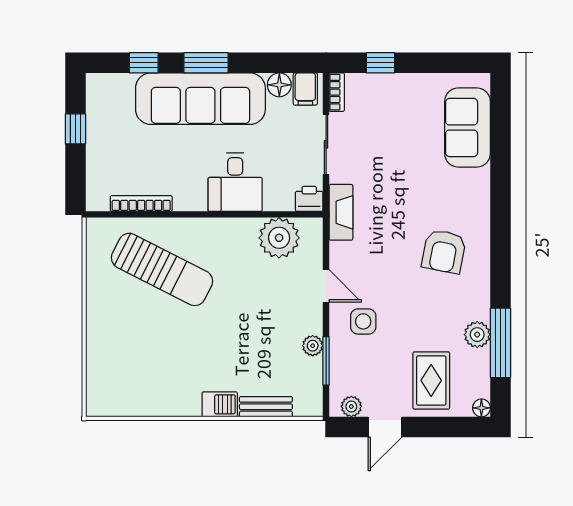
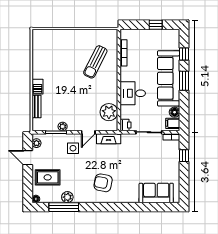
fireplace: (341, 212) -> (109, 139), moved
sun lounger: (162, 269) -> (95, 62), width x0.73, depth x0.75

